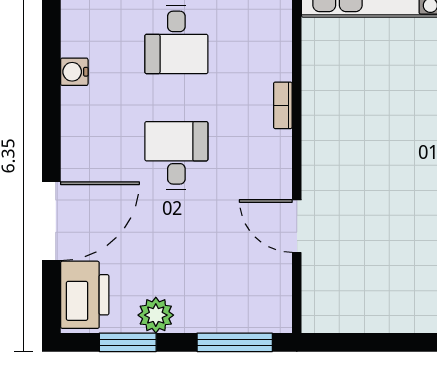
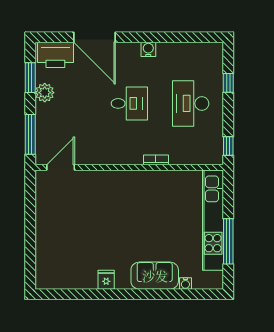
desk: (176, 40) -> (191, 103), width x1.37
water cooler: (74, 72) -> (148, 49), moved
door: (297, 226) -> (61, 167), moved

